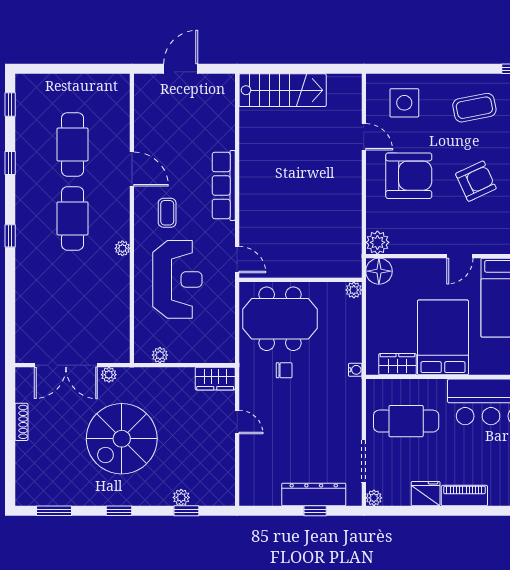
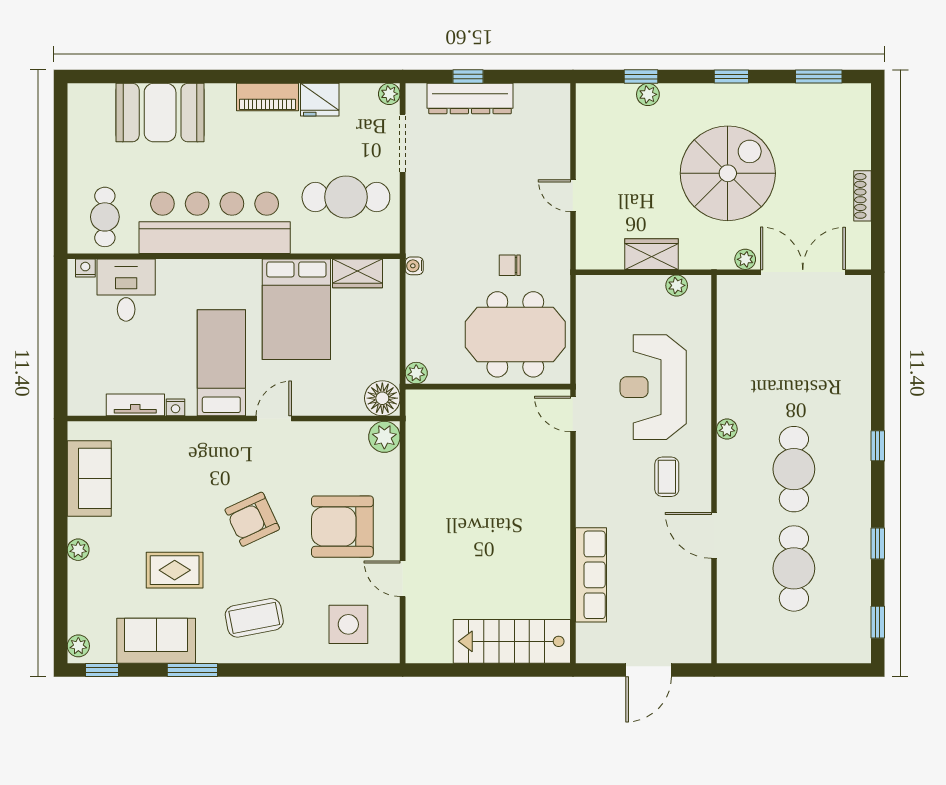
row of seats: (224, 185) -> (591, 575), moved
wardrobe: (215, 379) -> (652, 254), moved

